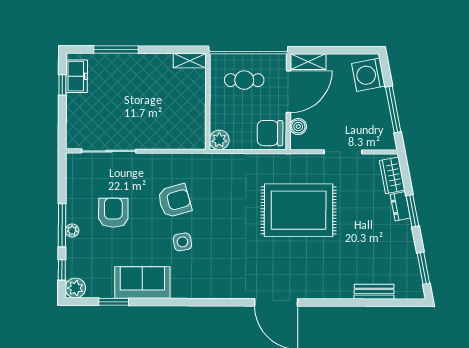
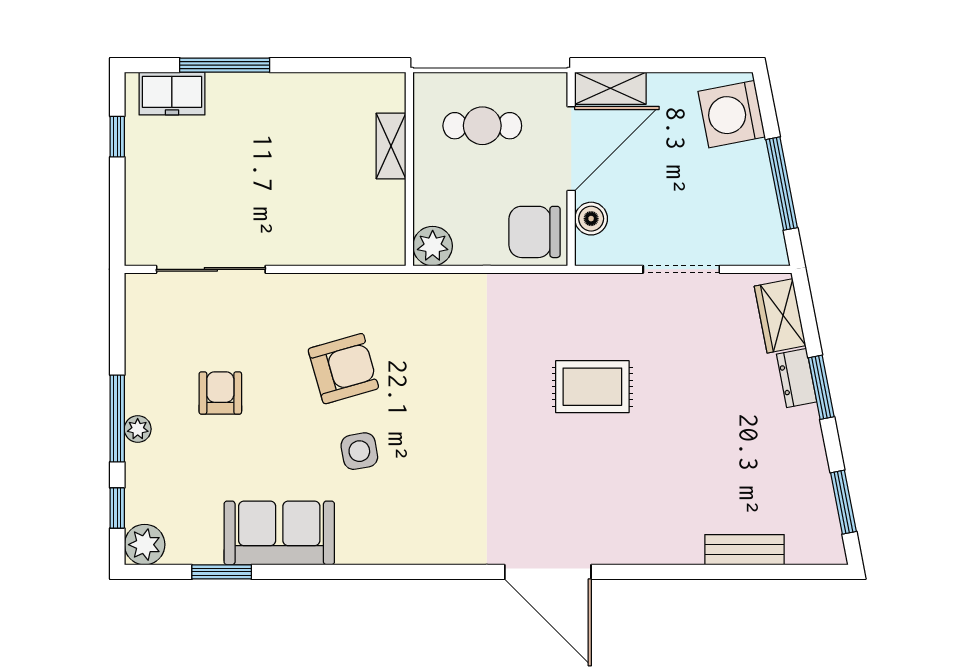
shelving: (190, 61) -> (391, 146), moved, turned 90
freezer: (77, 76) -> (172, 94), moved, turned 90
rug: (299, 210) -> (592, 387), width x0.54, depth x0.49
armchair: (113, 213) -> (220, 393), width x0.72, depth x0.72

